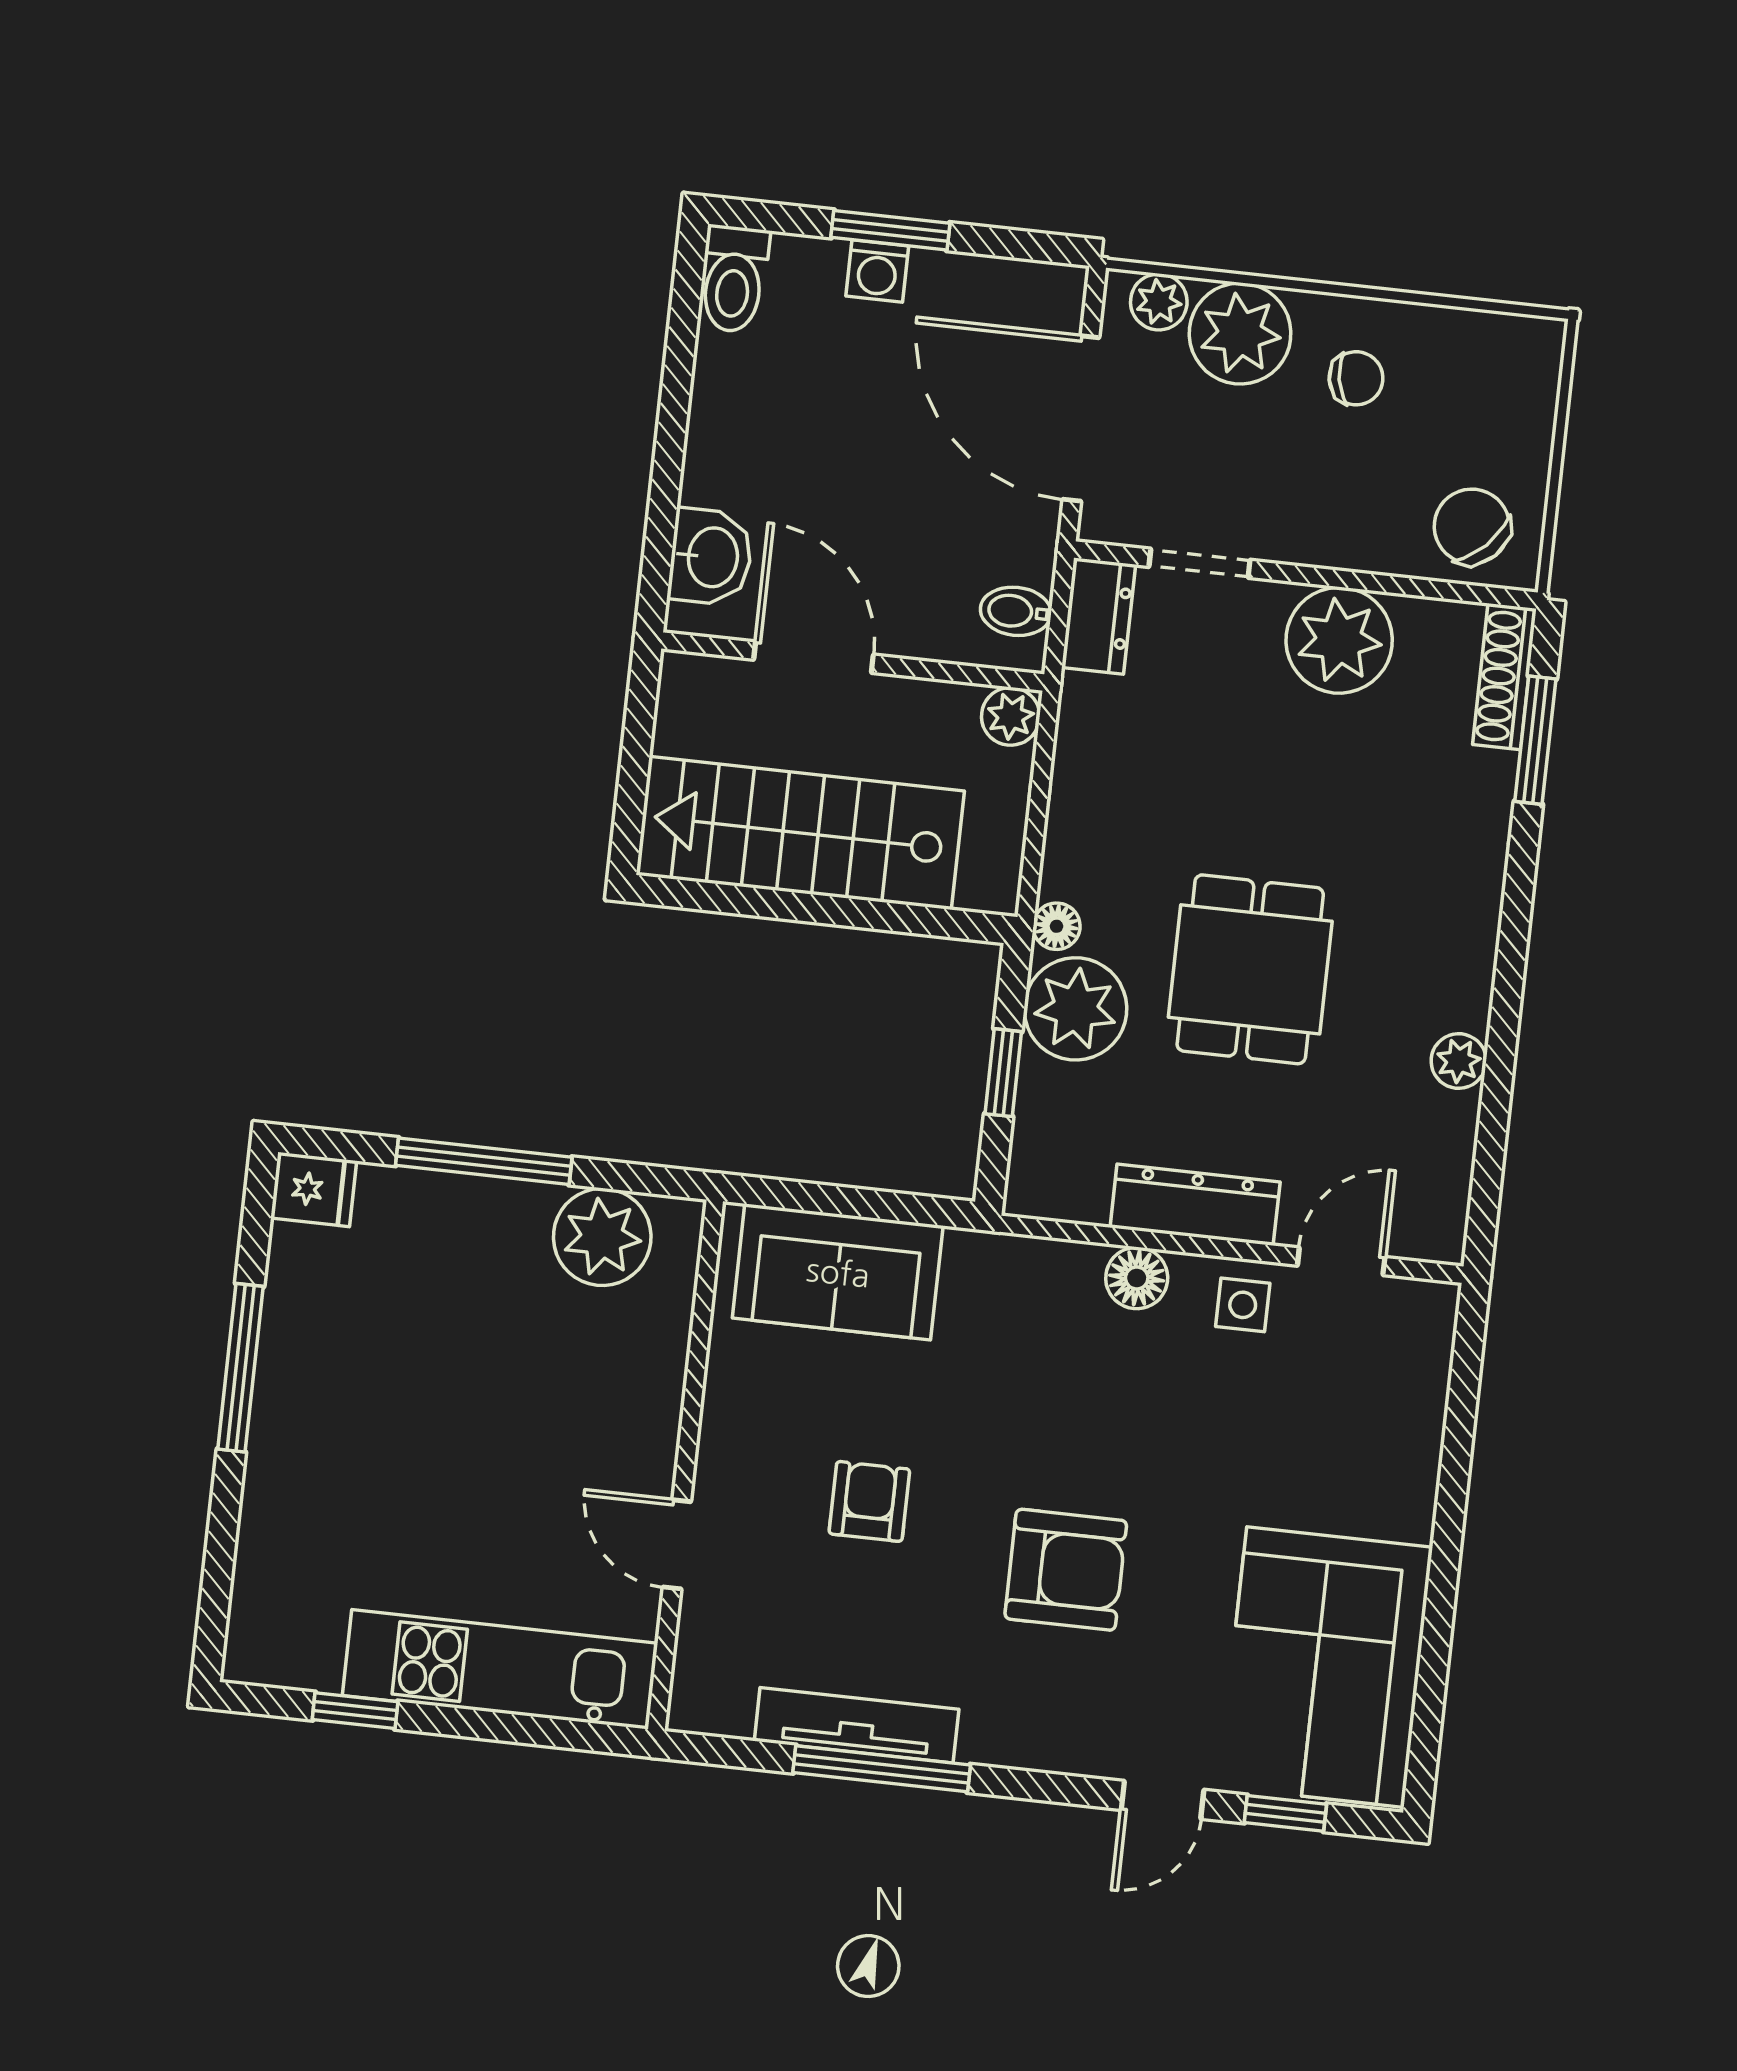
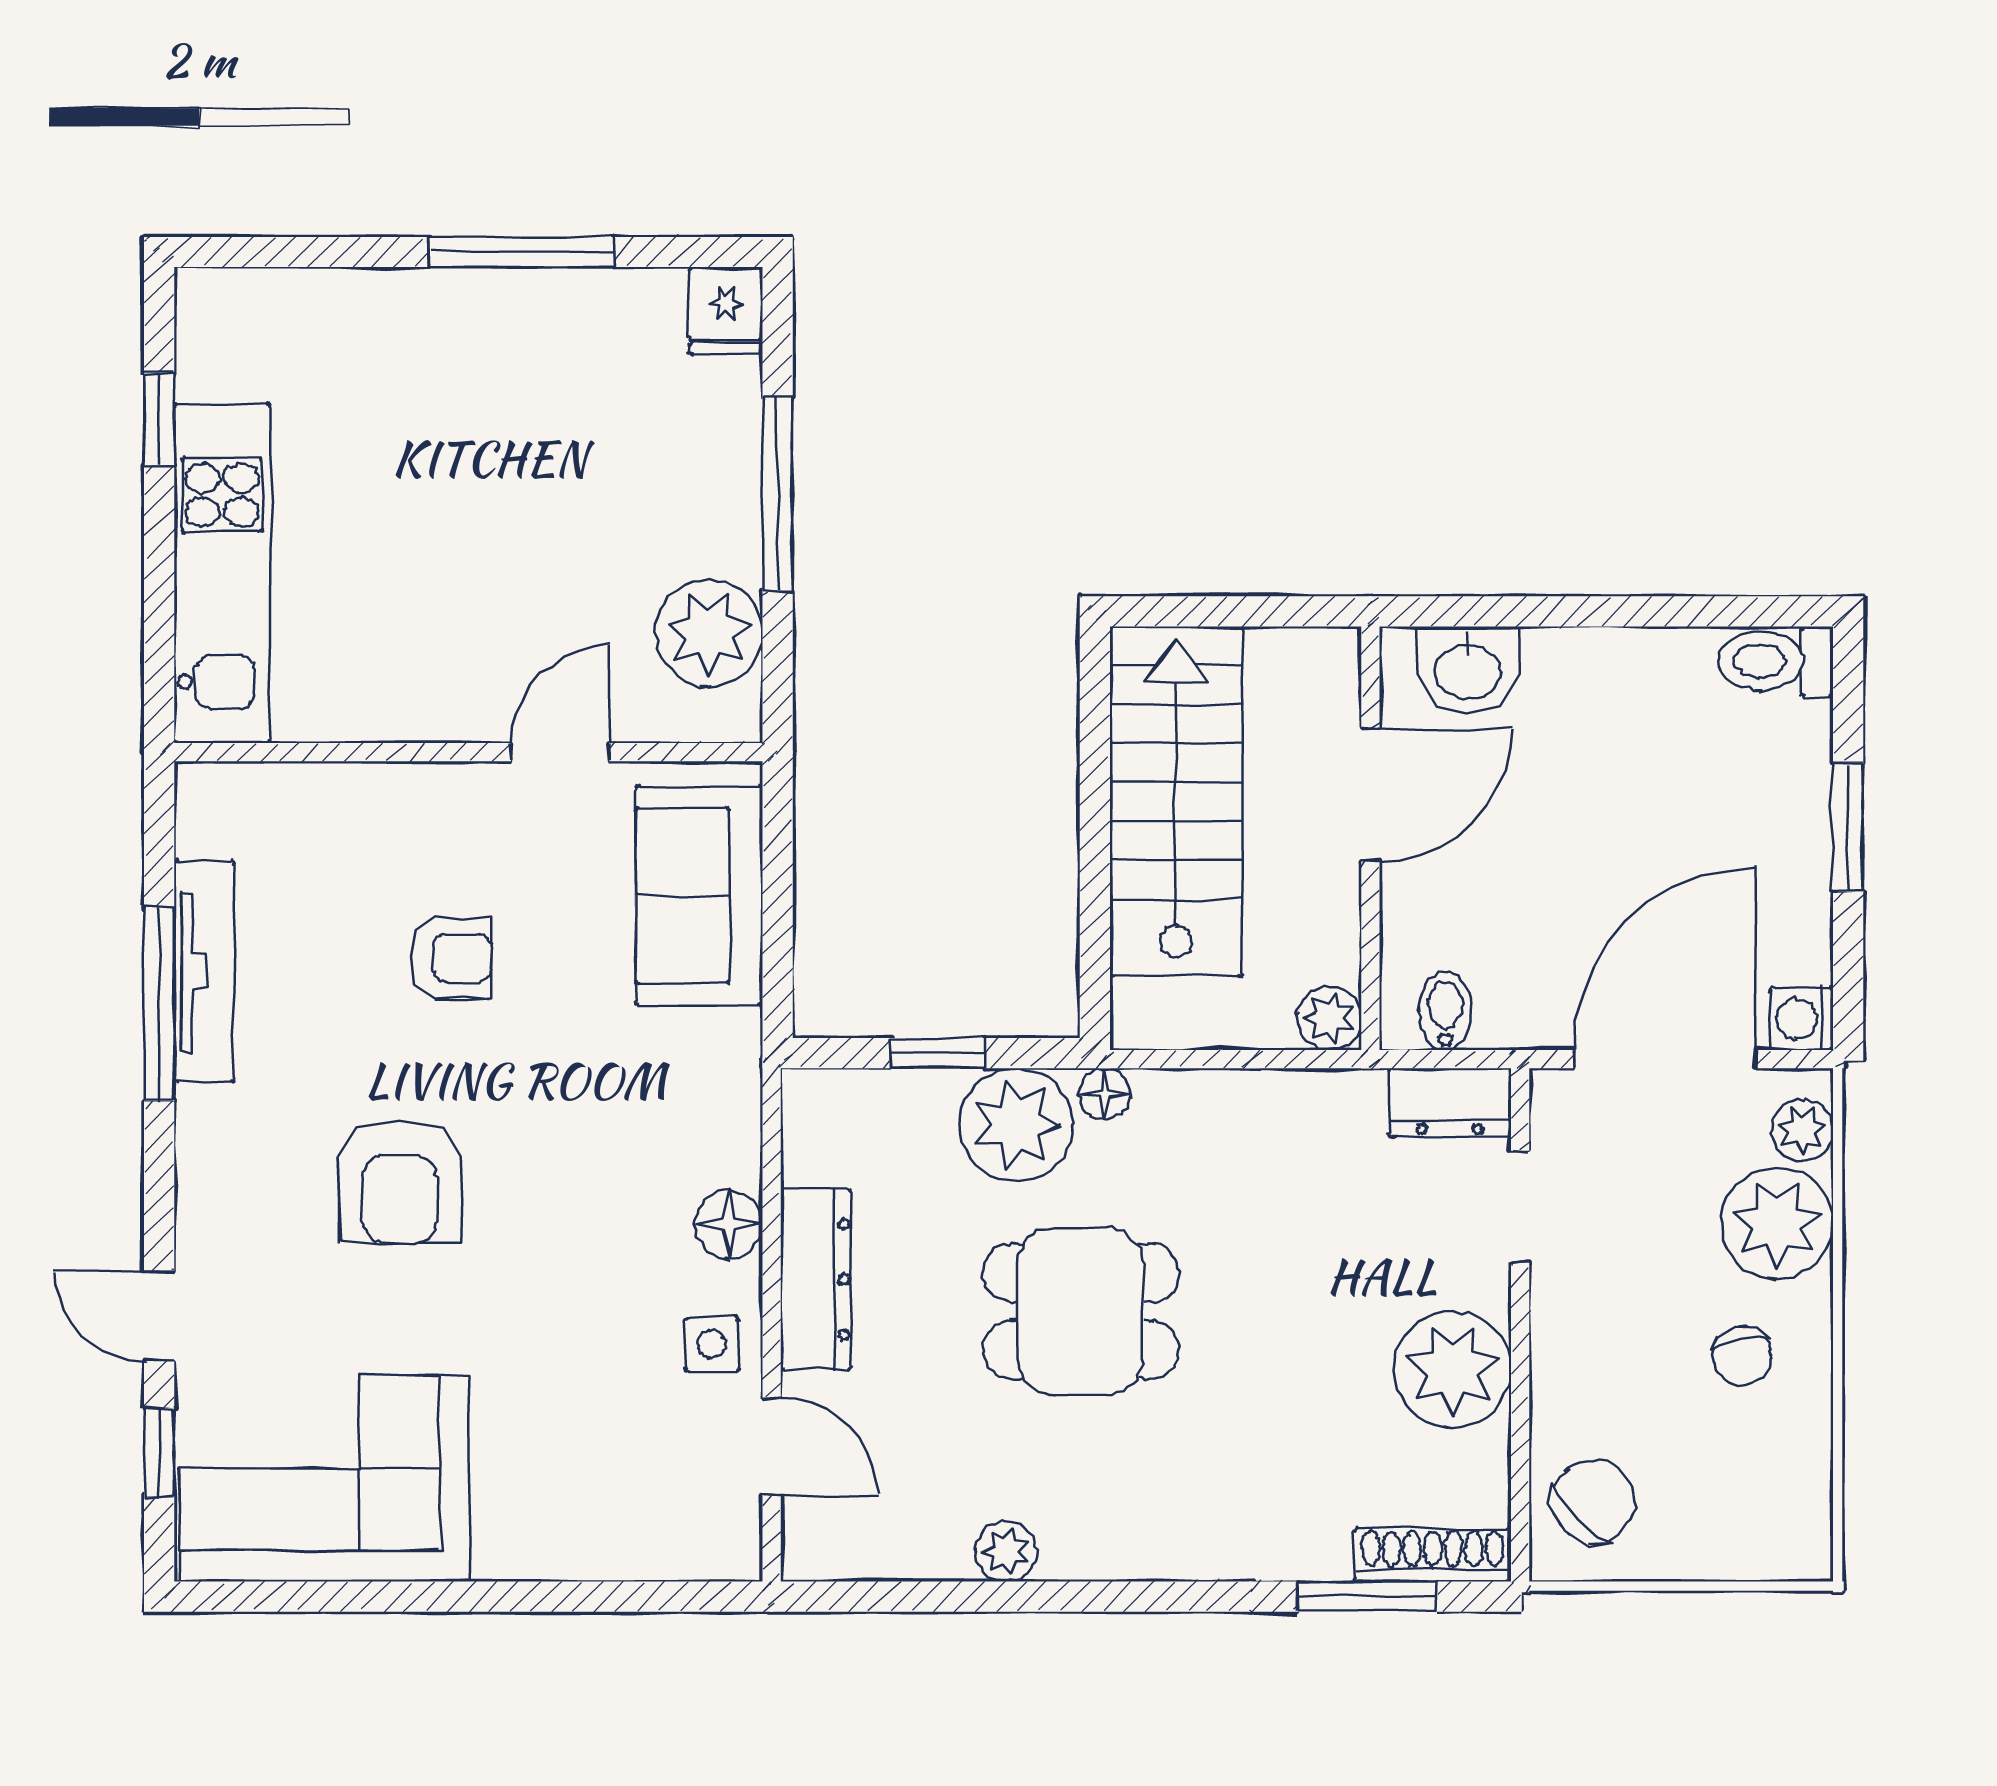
washing machine: (877, 271) -> (1802, 1019), moved
door: (677, 1544) -> (560, 752), moved

